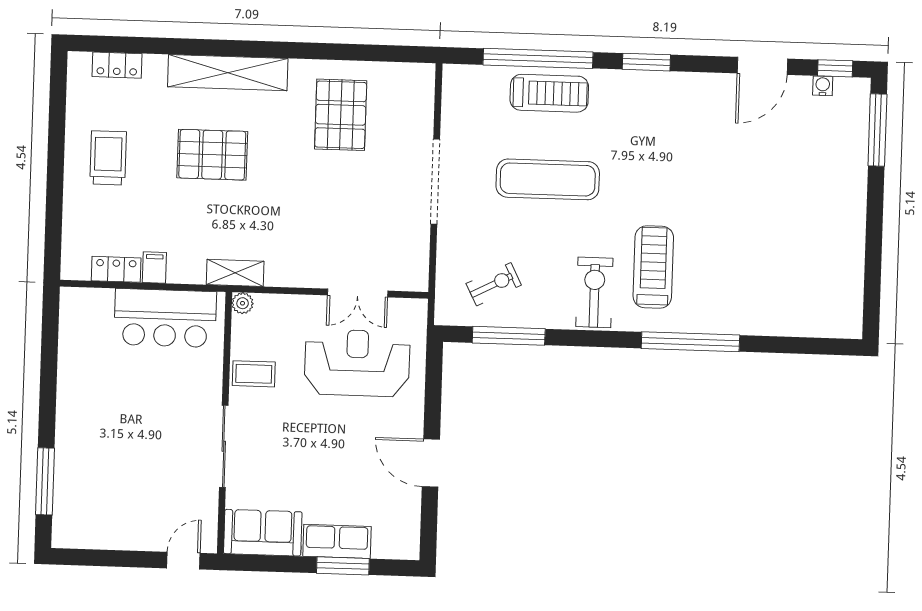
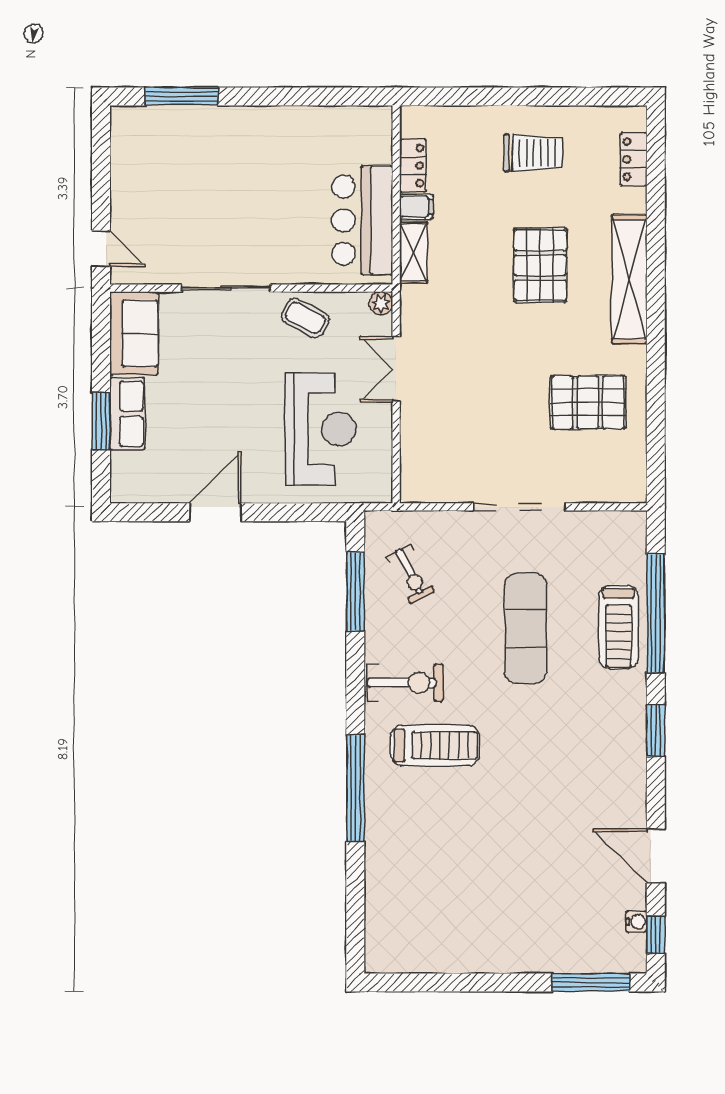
shelving: (235, 273) -> (414, 252), moved
double door: (358, 293) -> (396, 369), moved
coffee table: (254, 374) -> (305, 318), turned -63

